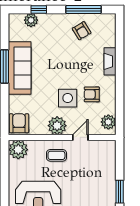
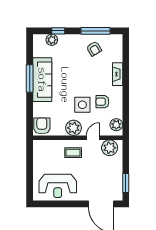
plant: (18, 150) -> (110, 148), moved

